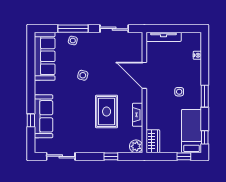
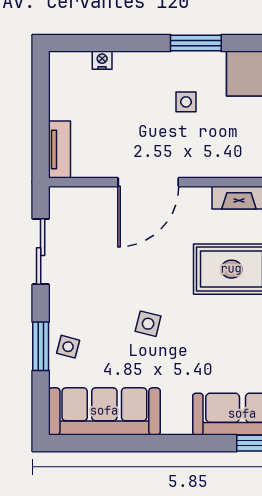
window: (73, 29) -> (41, 346), width x0.69
tv unit: (164, 37) -> (60, 150), width x0.71

